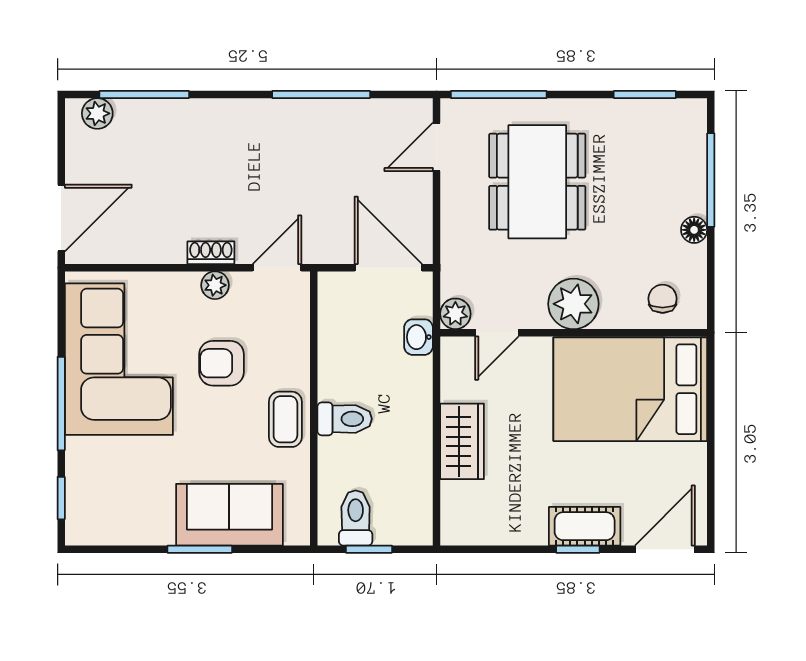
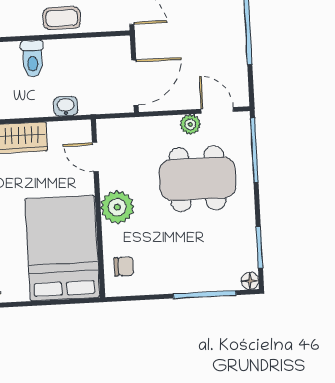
floor lamp: (694, 230) -> (250, 281), moved
plant: (455, 314) -> (190, 124), moved
washbasin: (418, 337) -> (66, 106), moved
coffee table: (285, 419) -> (62, 18), moved

